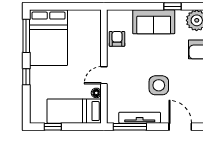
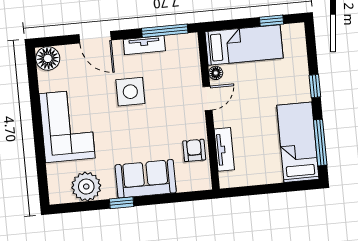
bed: (48, 38) -> (298, 142), width x0.67
tv unit: (95, 38) -> (224, 149), added
armchair: (117, 39) -> (194, 150), turned 180
tv unit: (140, 118) -> (144, 45), width x0.71

